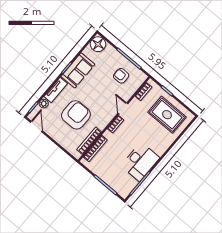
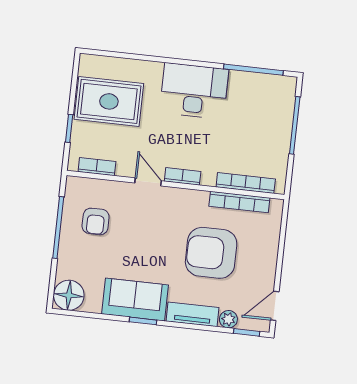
door: (123, 108) -> (148, 182), swing flipped
rug: (167, 115) -> (109, 101), turned 90
desk: (140, 162) -> (194, 91), moved

